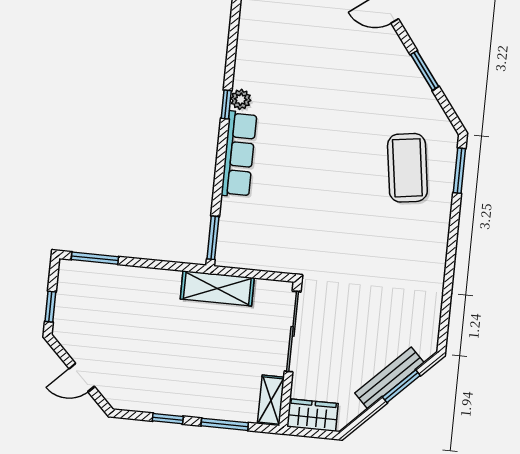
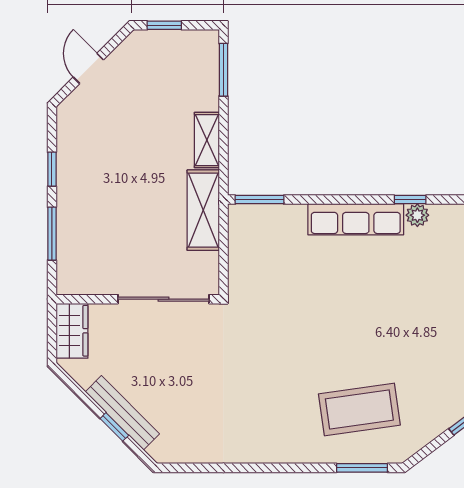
window: (401, 386) -> (114, 427), width x0.67
shelving: (271, 401) -> (207, 140), moved, turned 90

